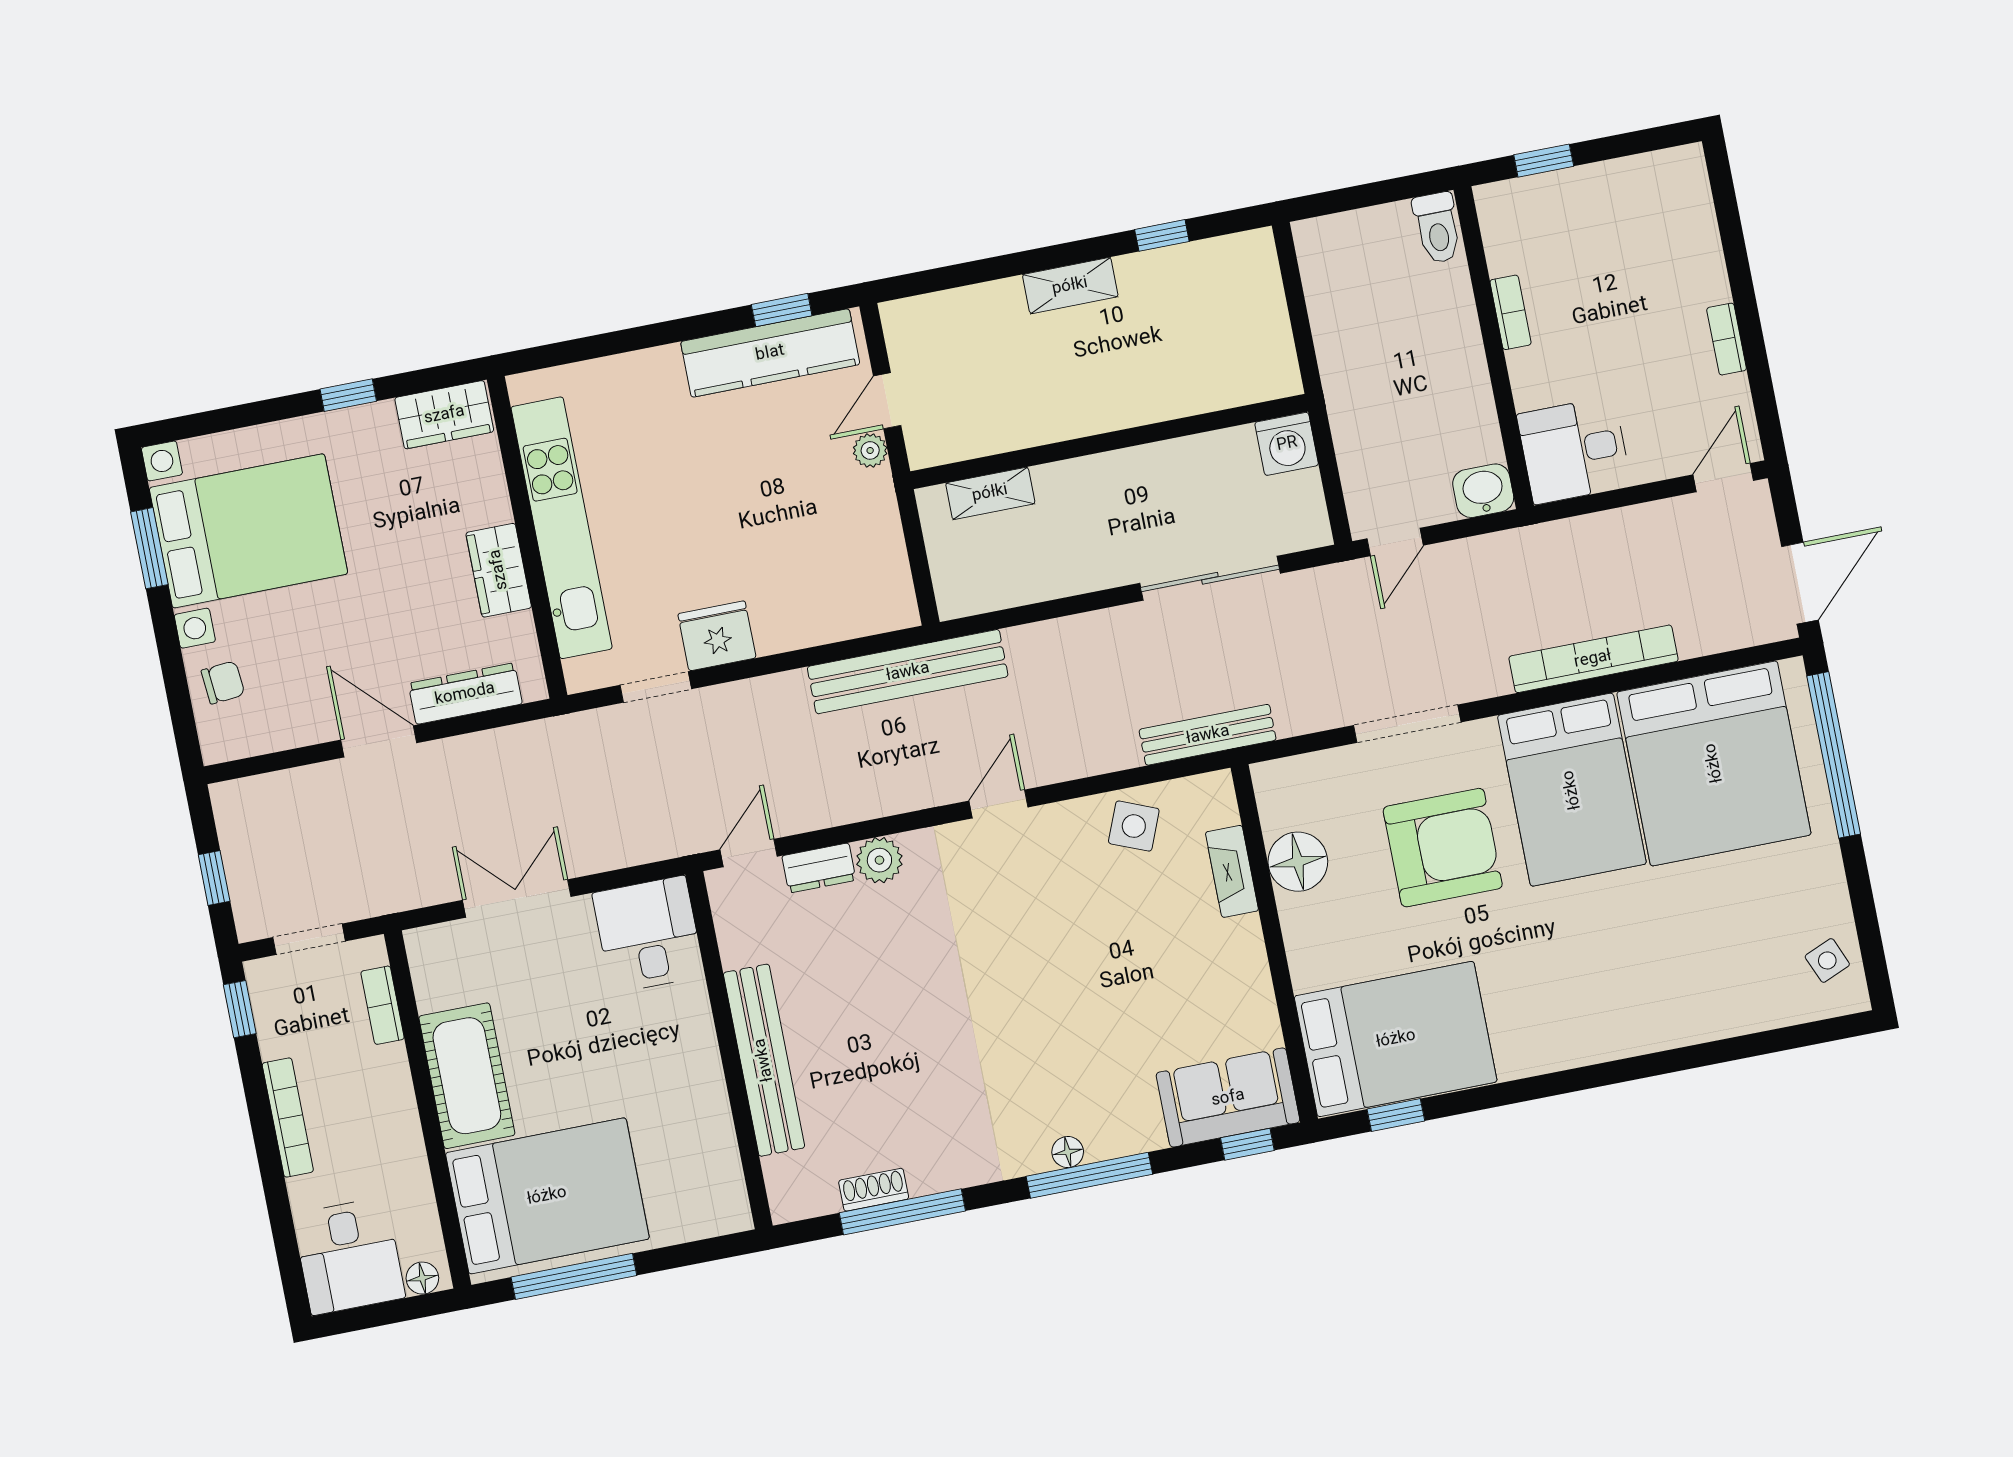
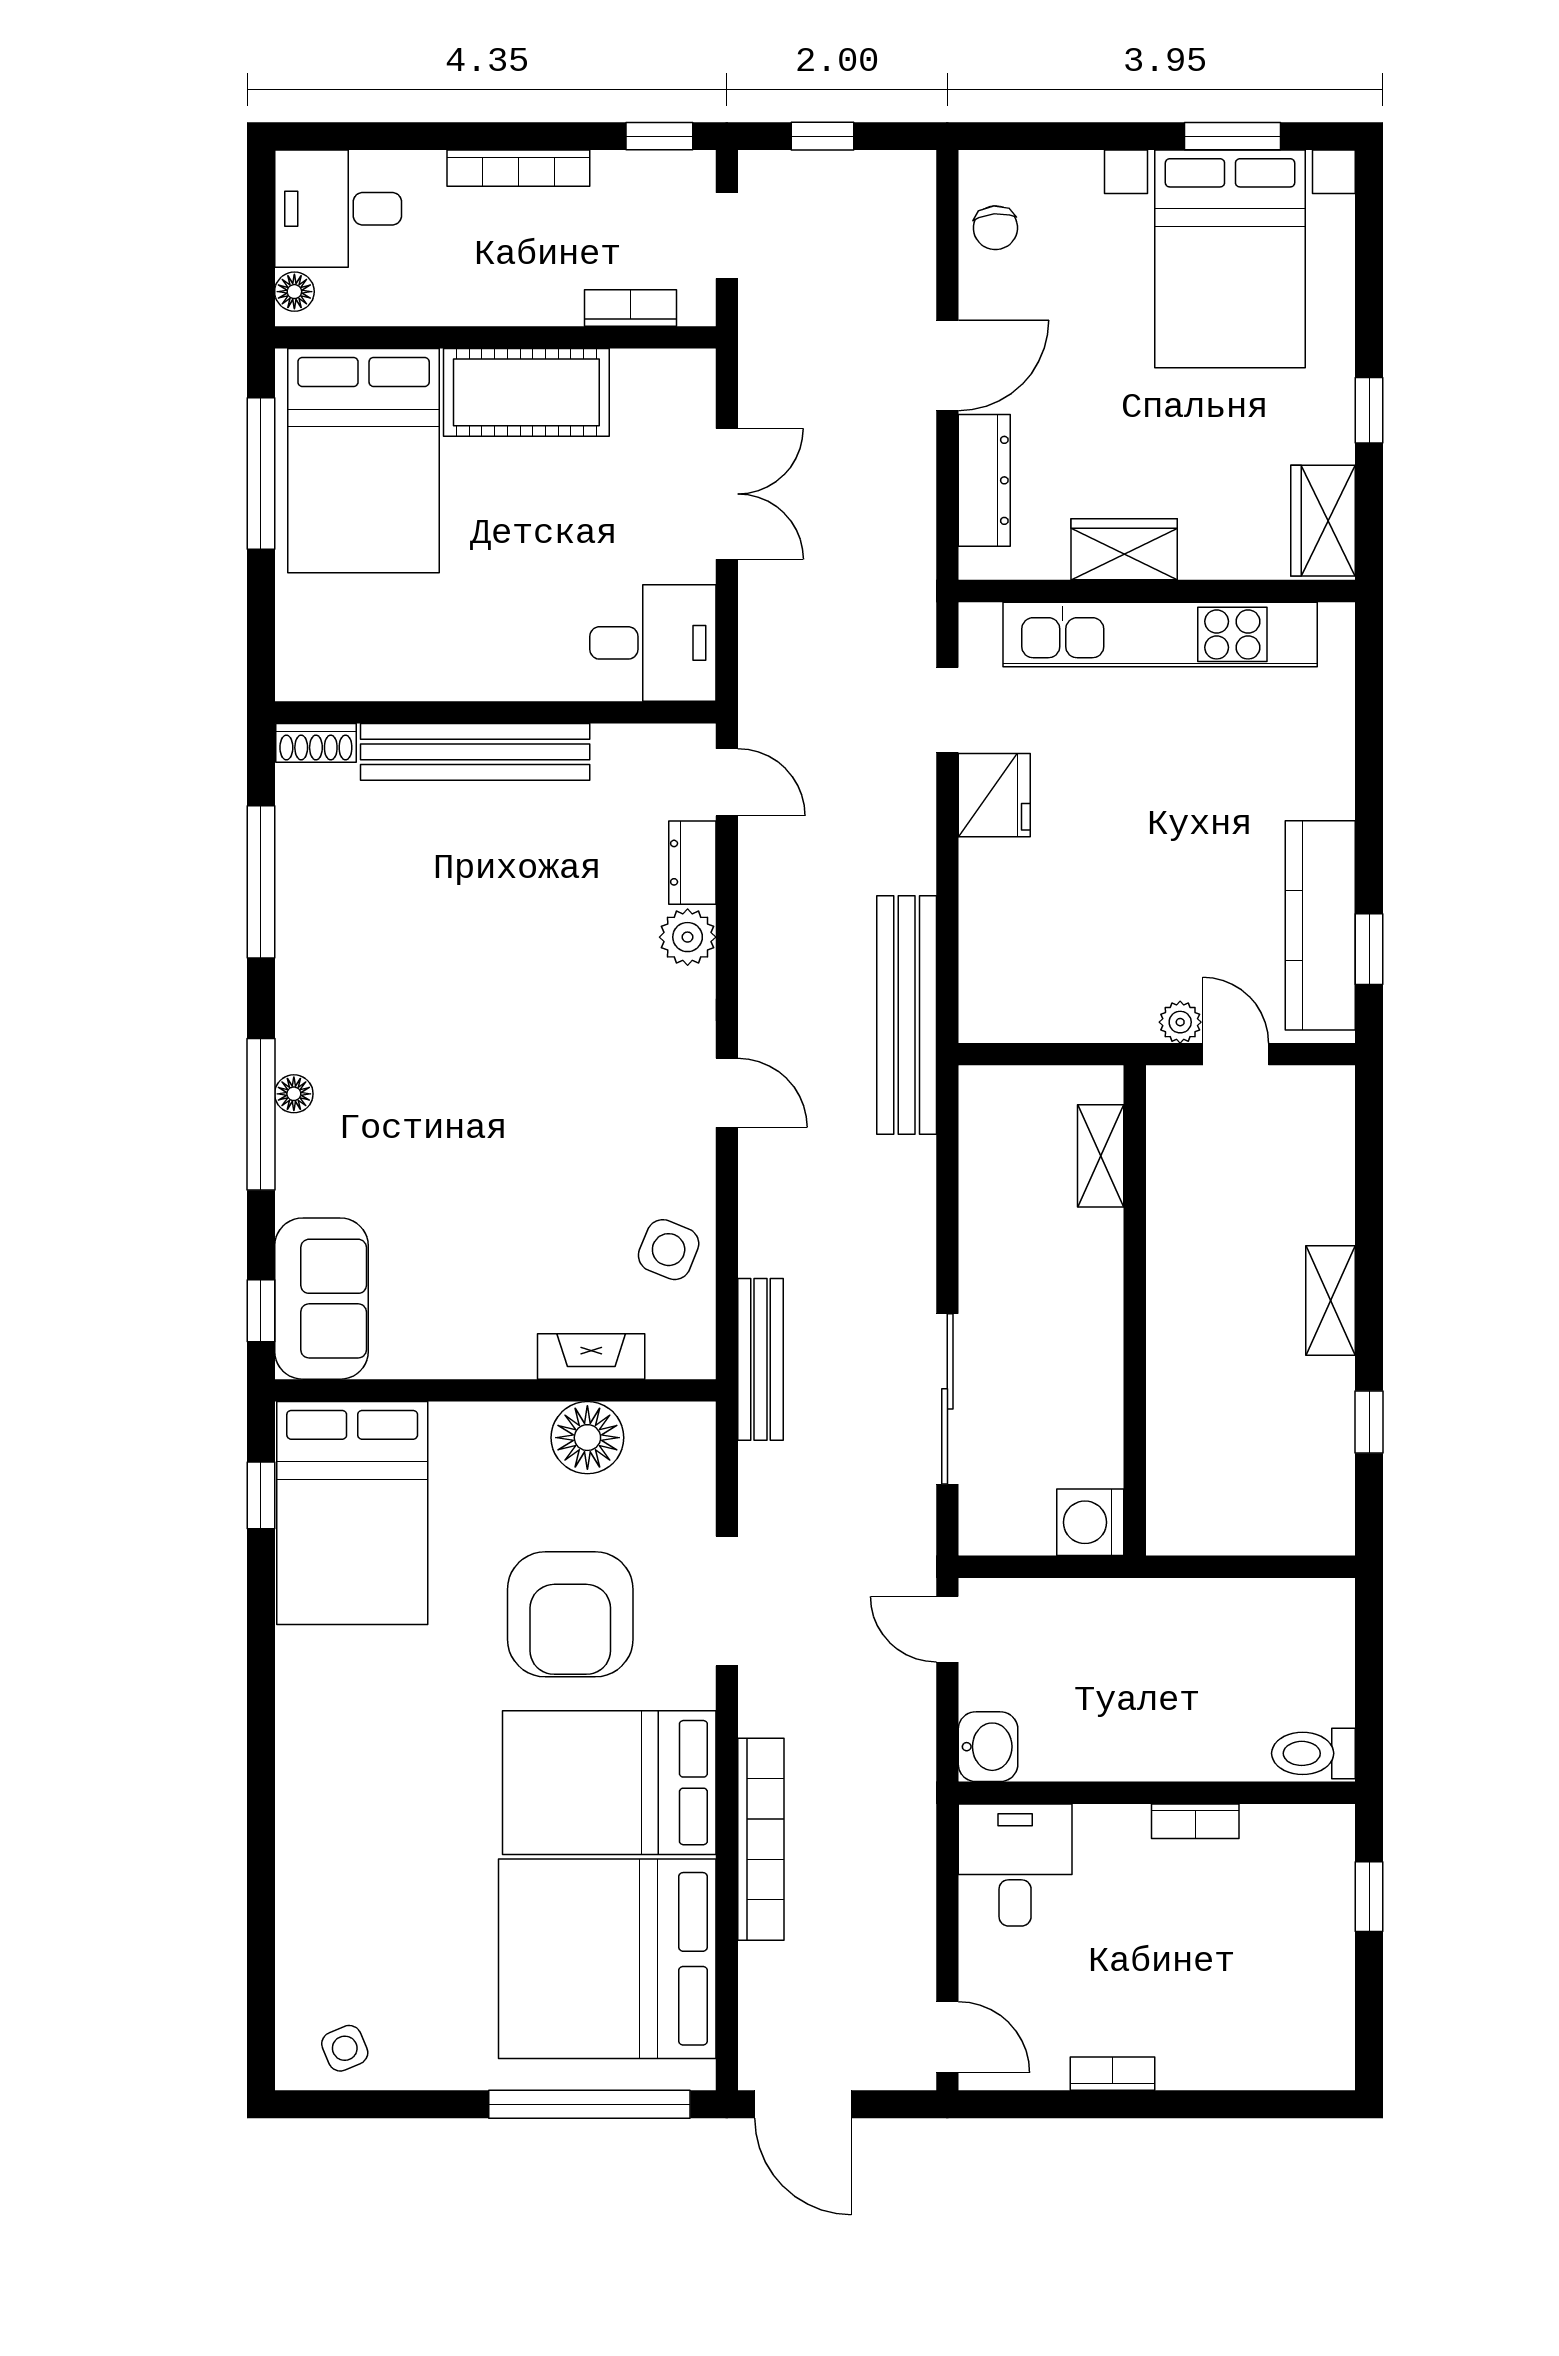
chair: (223, 682) -> (995, 228), moved
shoe rack: (874, 1190) -> (316, 743), moved, turned 90

